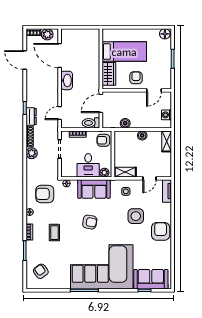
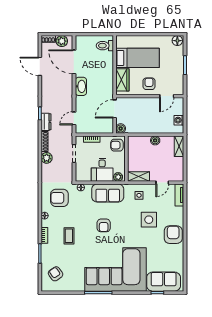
toilet: (91, 123) -> (105, 46), moved
boiler: (125, 123) -> (121, 128), moved
armchair: (90, 222) -> (104, 225), turned 80

